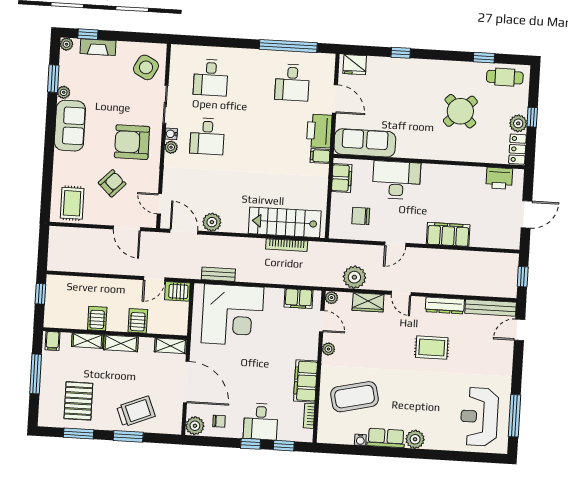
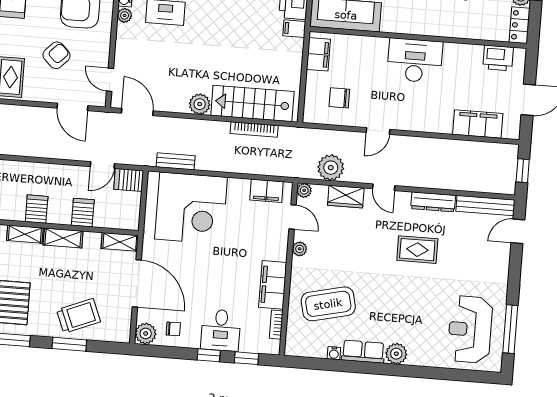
desk: (396, 180) -> (415, 60), moved
plant: (212, 222) -> (200, 104), moved
filing cabinet: (448, 234) -> (478, 124), moved

